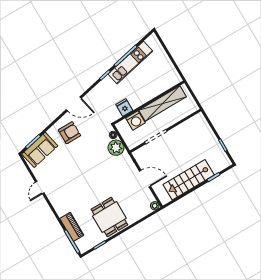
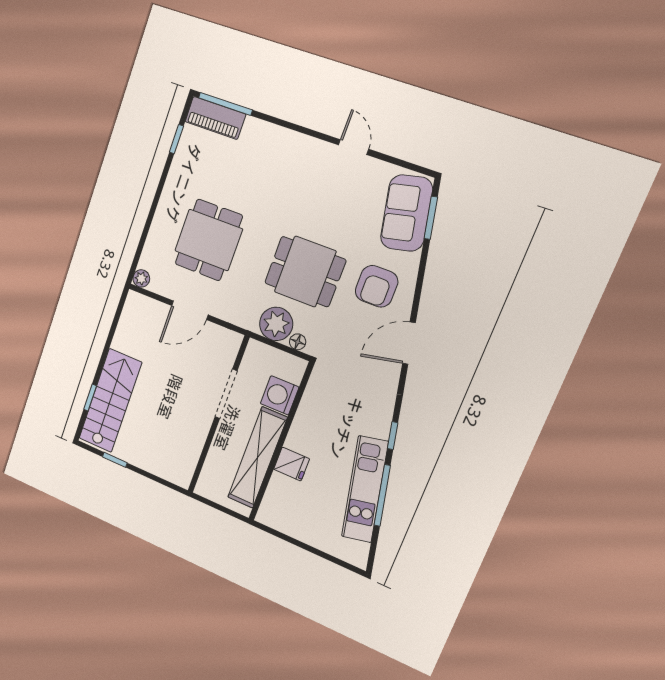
fridge: (124, 108) -> (292, 464), moved
dining table: (90, 158) -> (305, 272), added
stairs: (189, 180) -> (110, 401), moved
dining table: (109, 217) -> (209, 240), moved, turned 90
piano: (72, 227) -> (215, 118), moved

